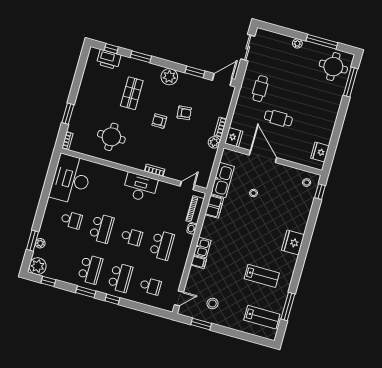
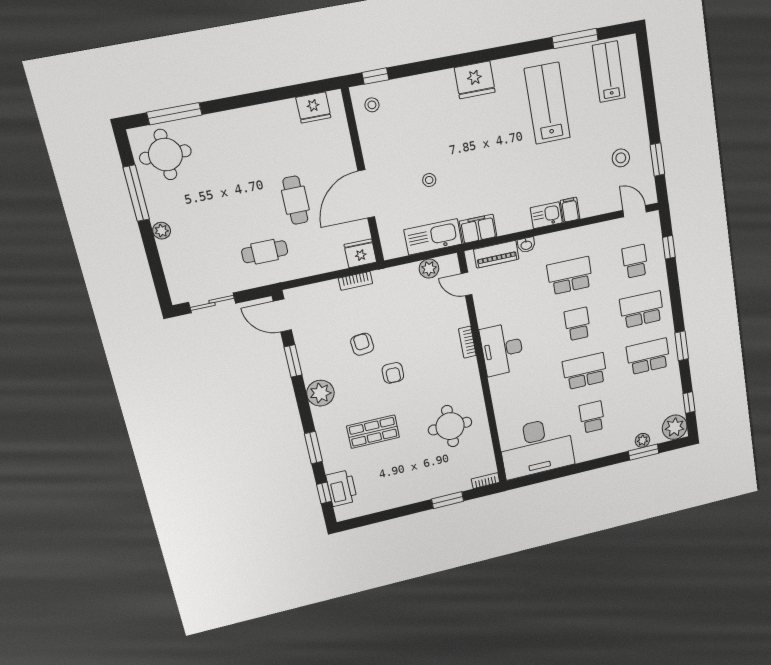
plant: (214, 142) -> (429, 269), moved
lab bench: (262, 276) -> (547, 103), width x1.36, depth x1.39
window: (112, 299) -> (669, 247), moved

